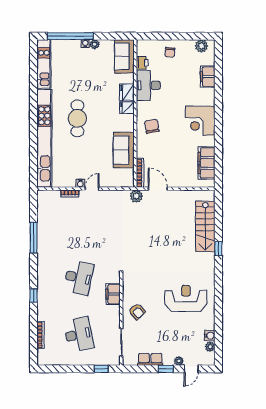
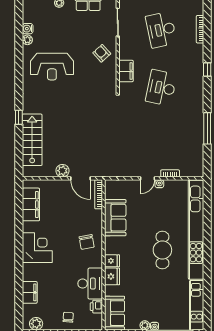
plant: (136, 196) -> (62, 171), moved
plant: (210, 347) -> (27, 40), moved

